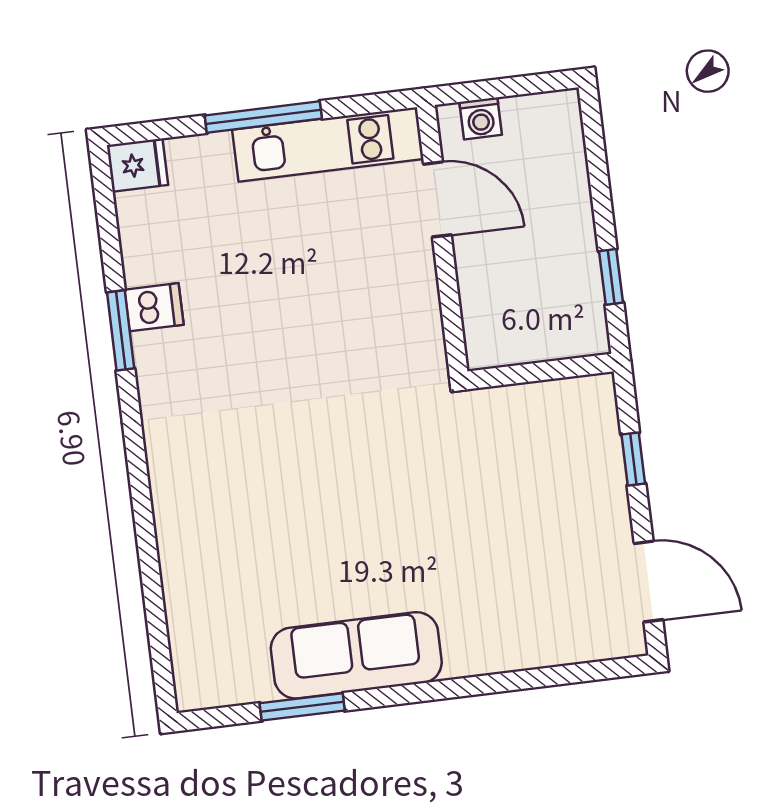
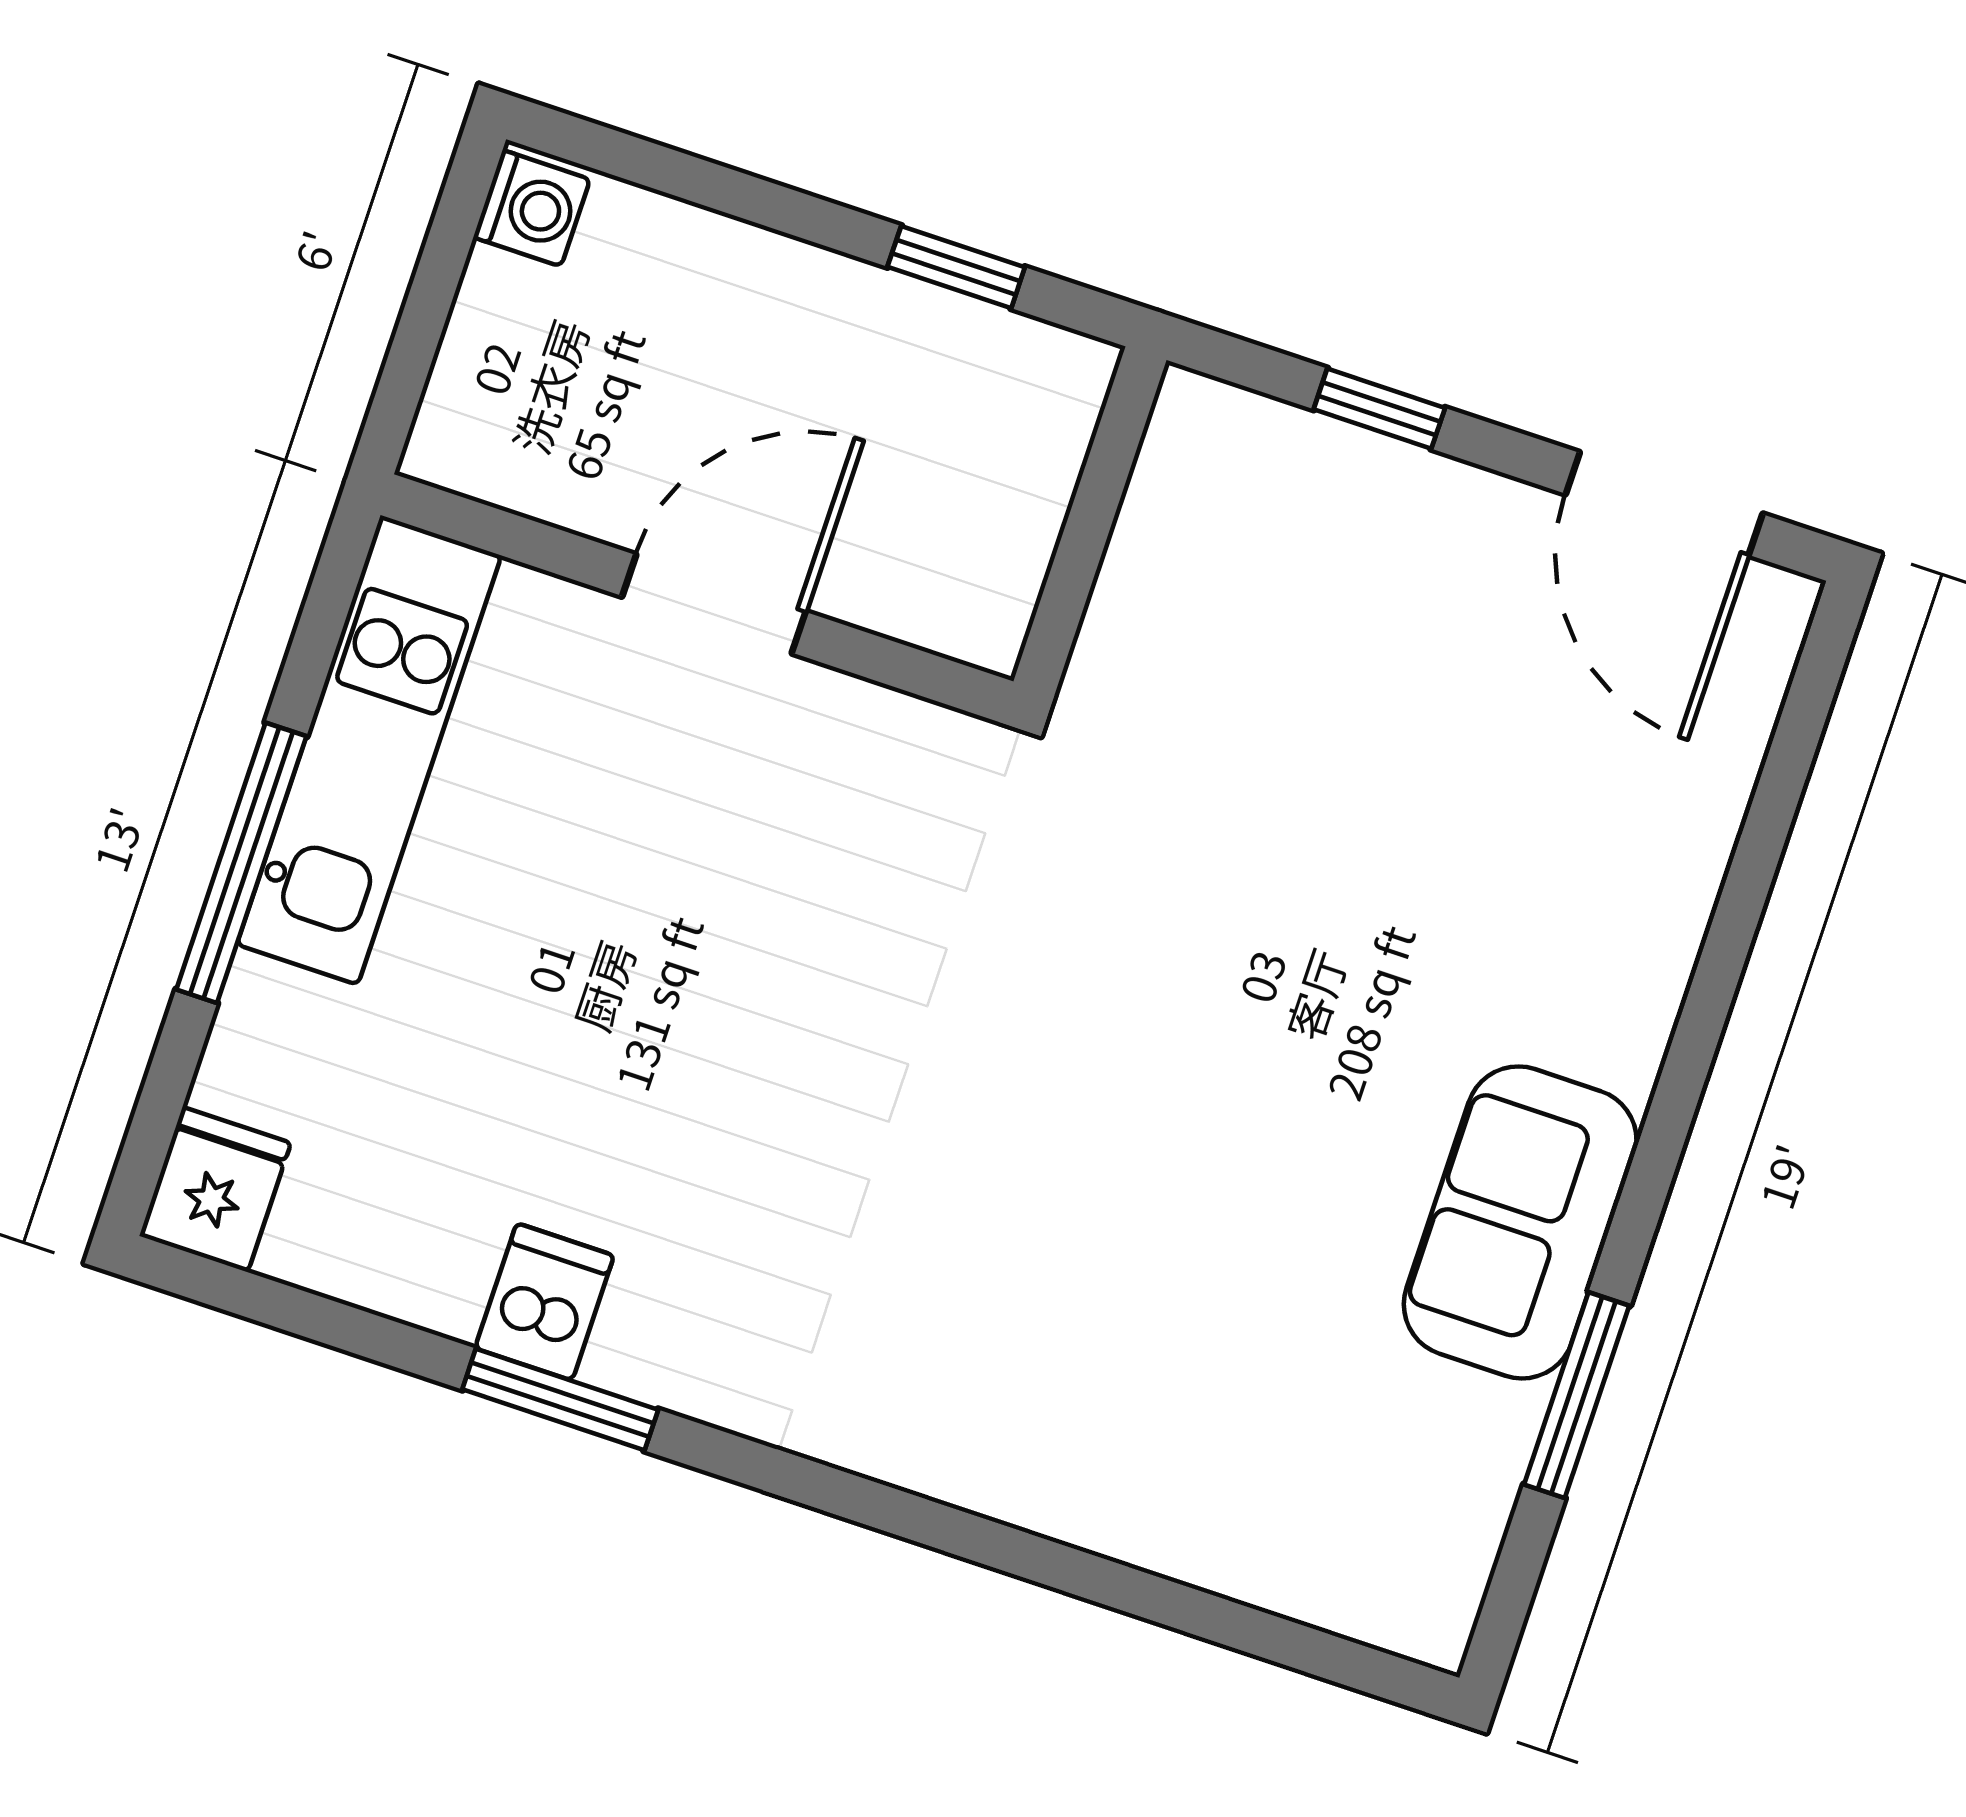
washing machine: (481, 118) -> (532, 208), moved
door: (437, 199) -> (714, 604), moved
door: (648, 582) -> (1664, 504), swing flipped
sofa: (356, 655) -> (1520, 1222), width x0.73

